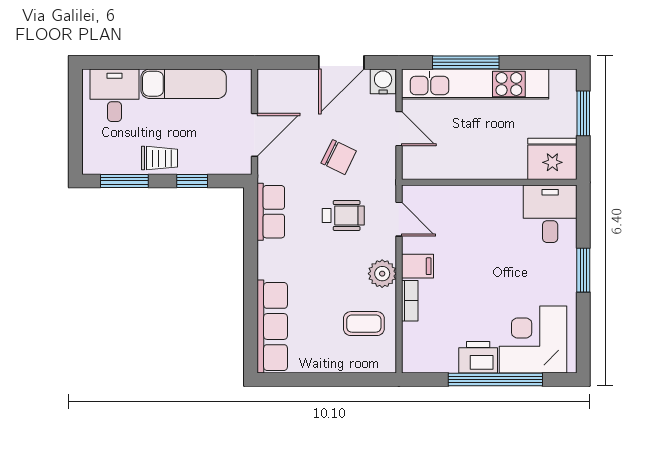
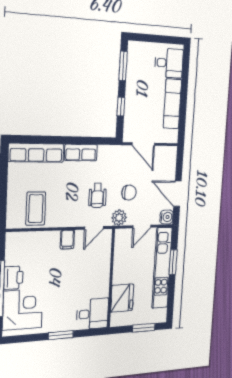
window: (466, 62) -> (173, 262), width x0.69
chair: (339, 157) -> (129, 193), turned -112
trolley: (159, 158) -> (134, 88), removed
fridge: (552, 159) -> (122, 298), moved
row of seats: (271, 212) -> (81, 153), moved
plant: (382, 274) -> (119, 218), moved
bookcase: (410, 301) -> (48, 236), removed
coffee table: (364, 324) -> (36, 209), width x1.36, depth x1.30

